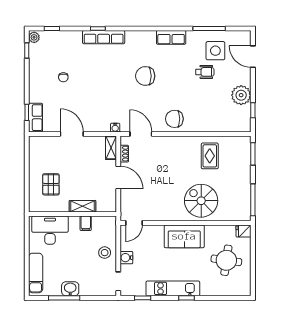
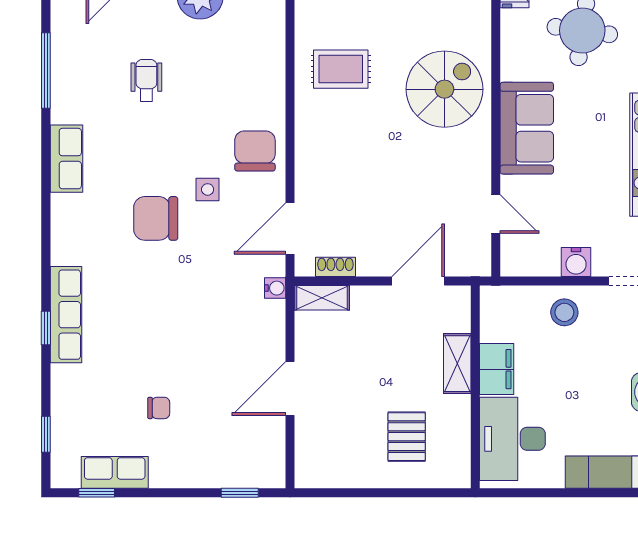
plant: (34, 37) -> (66, 476), removed
side table: (215, 51) -> (208, 189), moved, width x0.54, depth x0.54
chair: (145, 76) -> (156, 218), turned 90
row of seats: (36, 118) -> (115, 472), moved
chair: (174, 119) -> (255, 151), turned 180
door: (118, 177) -> (418, 281), moved
pallet: (51, 184) -> (407, 437), turned 90
spiral stairs: (201, 201) -> (444, 89), turned 180
filing cabinet: (86, 223) -> (497, 369), width x2.00
door: (134, 223) -> (496, 214), moved

